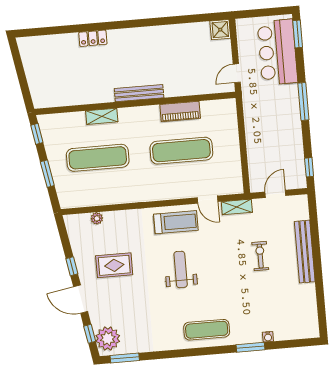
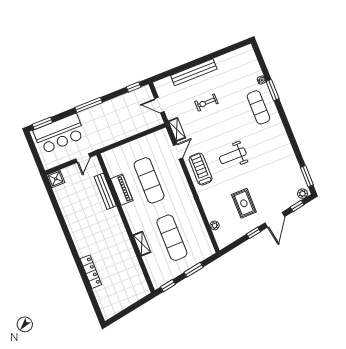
locker: (93, 38) -> (91, 272), width x1.53
door: (237, 73) -> (83, 158), hinge flipped
bench: (139, 93) -> (105, 191), moved
exercise mat: (207, 330) -> (258, 107), moved
plant: (108, 338) -> (303, 194), width x0.53, depth x0.53

